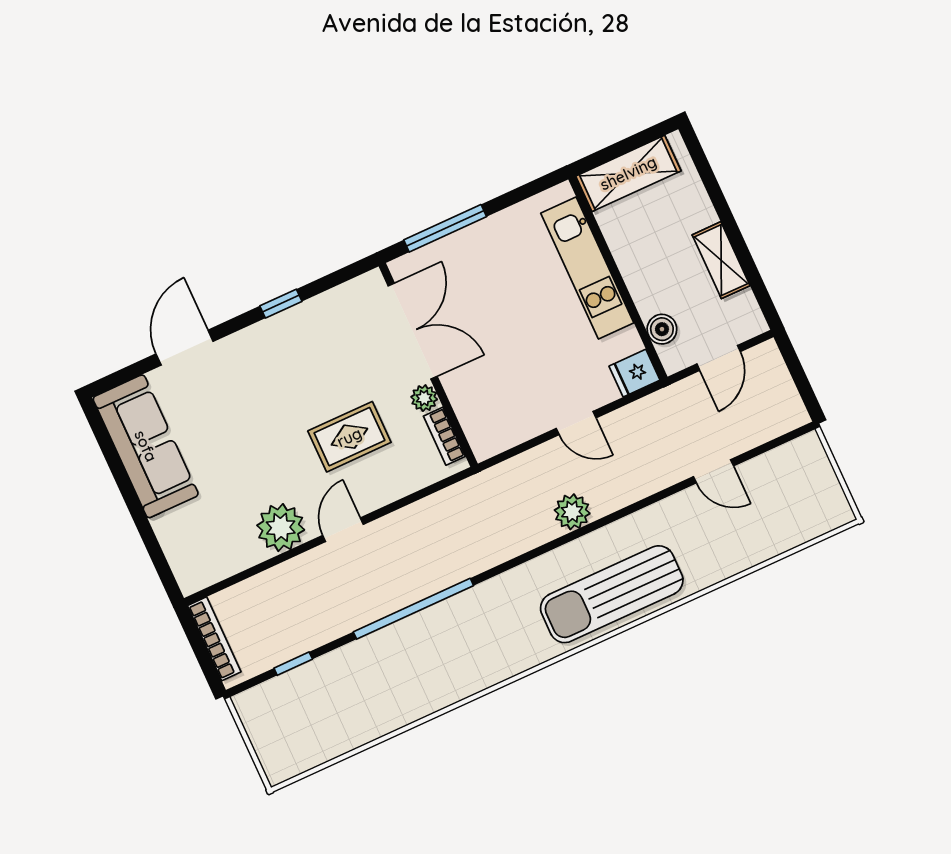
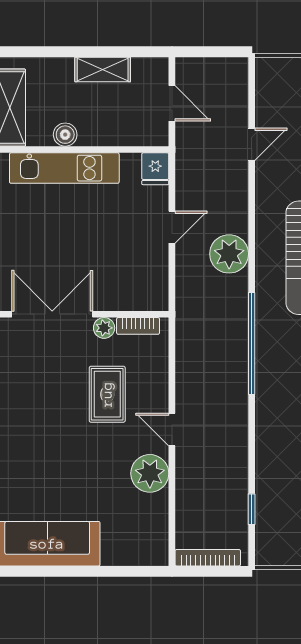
boiler: (662, 329) -> (65, 135), moved
plant: (572, 512) -> (229, 254), width x1.36, depth x1.36
window: (413, 609) -> (252, 343), moved

